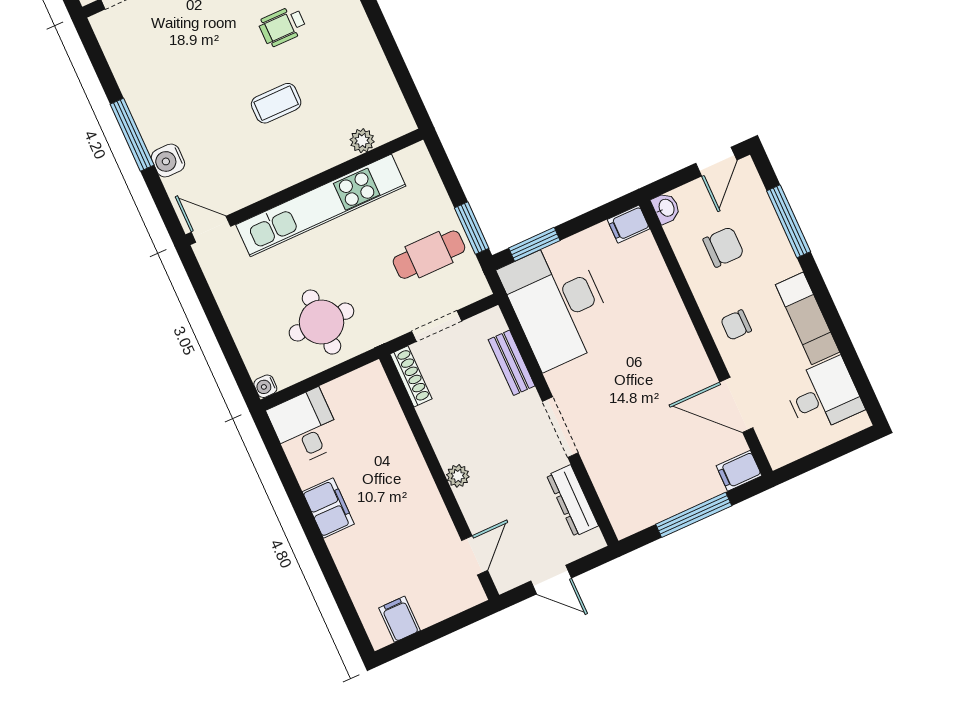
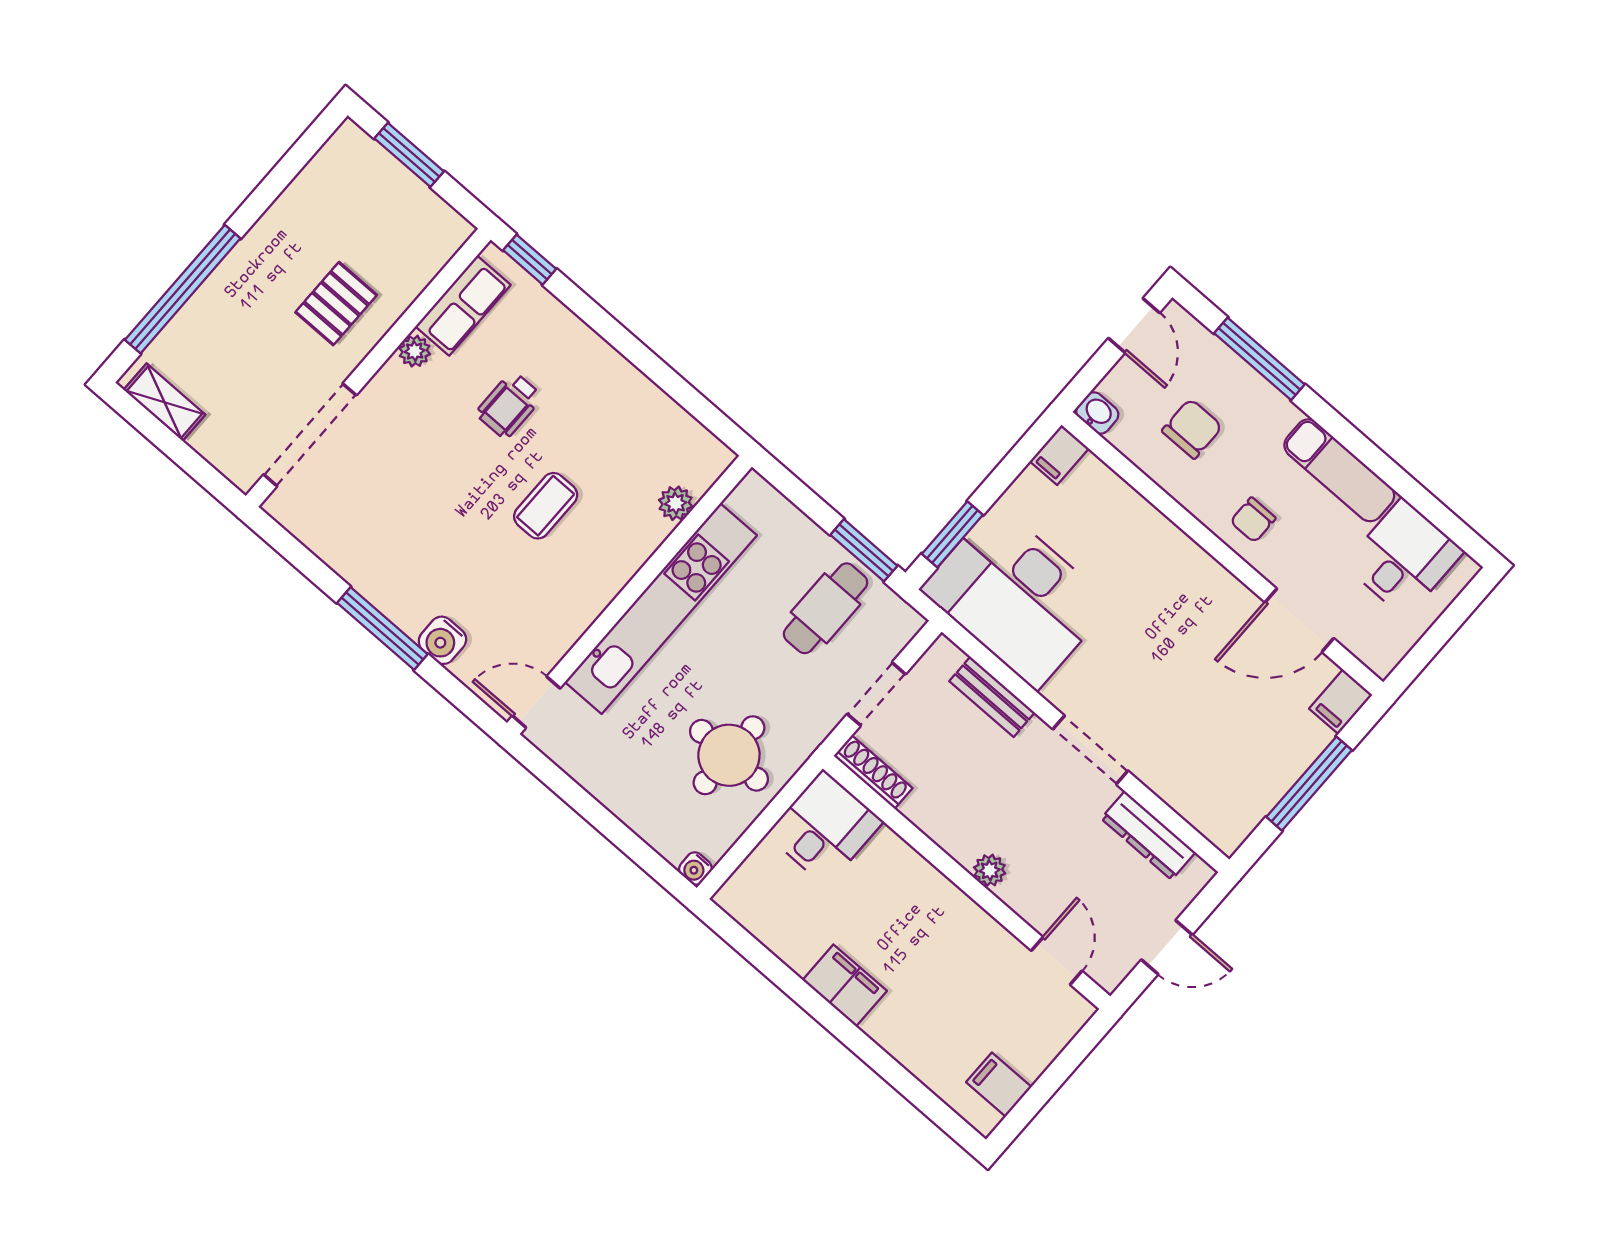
desk: (305, 427) -> (825, 828), moved, turned 90

